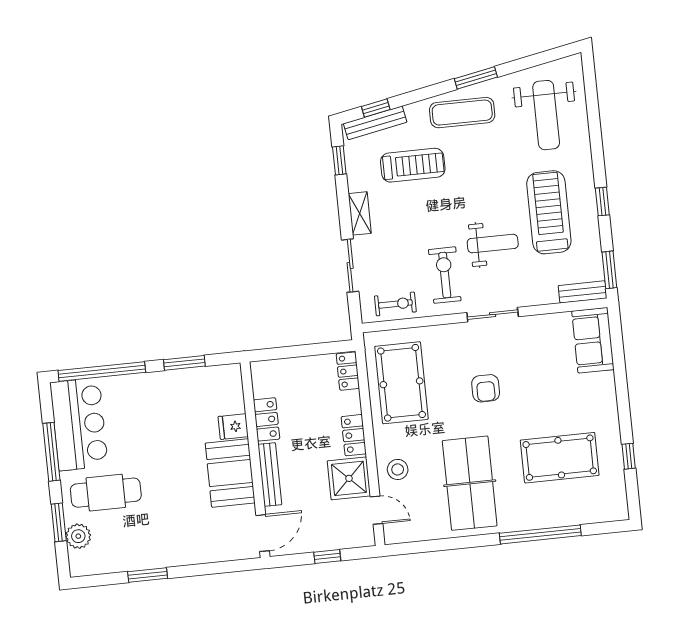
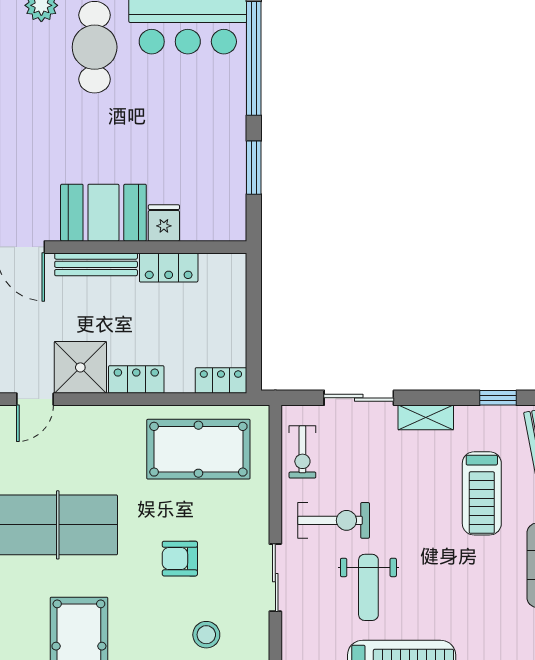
stool: (398, 469) -> (206, 635), moved

